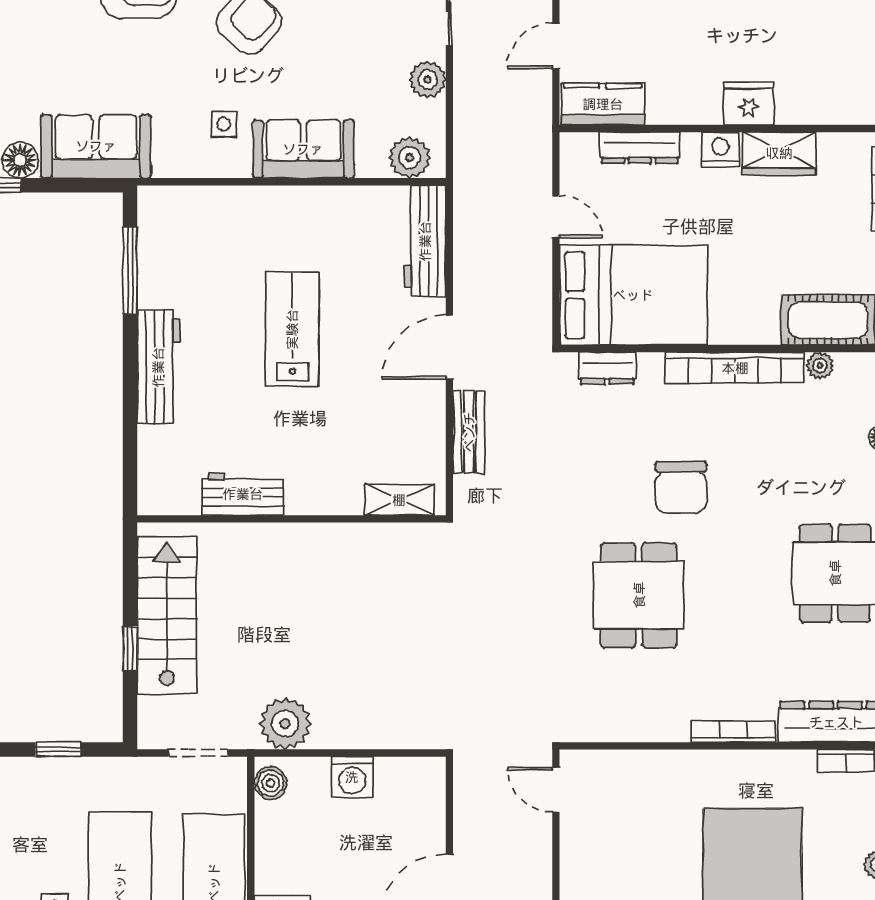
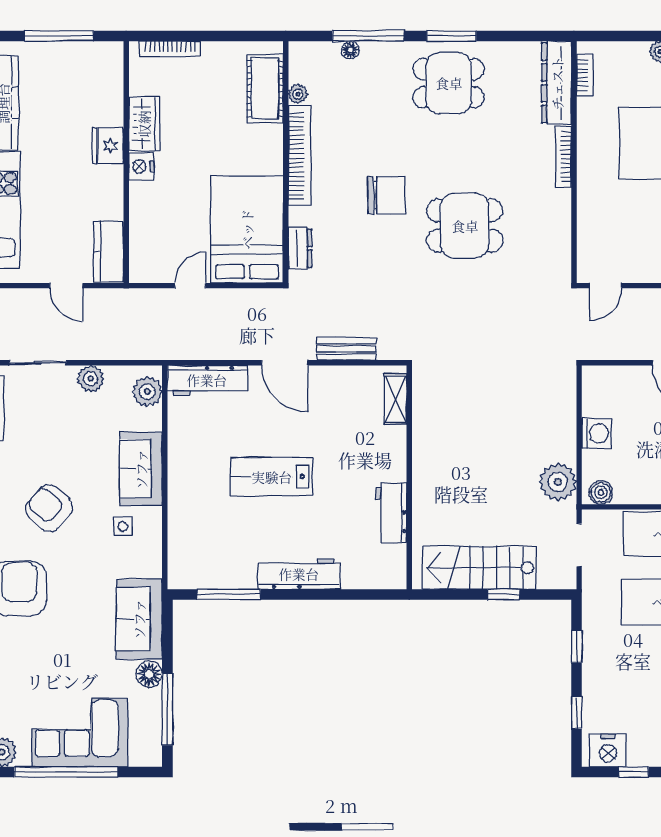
dresser: (640, 148) -> (140, 225), removed

